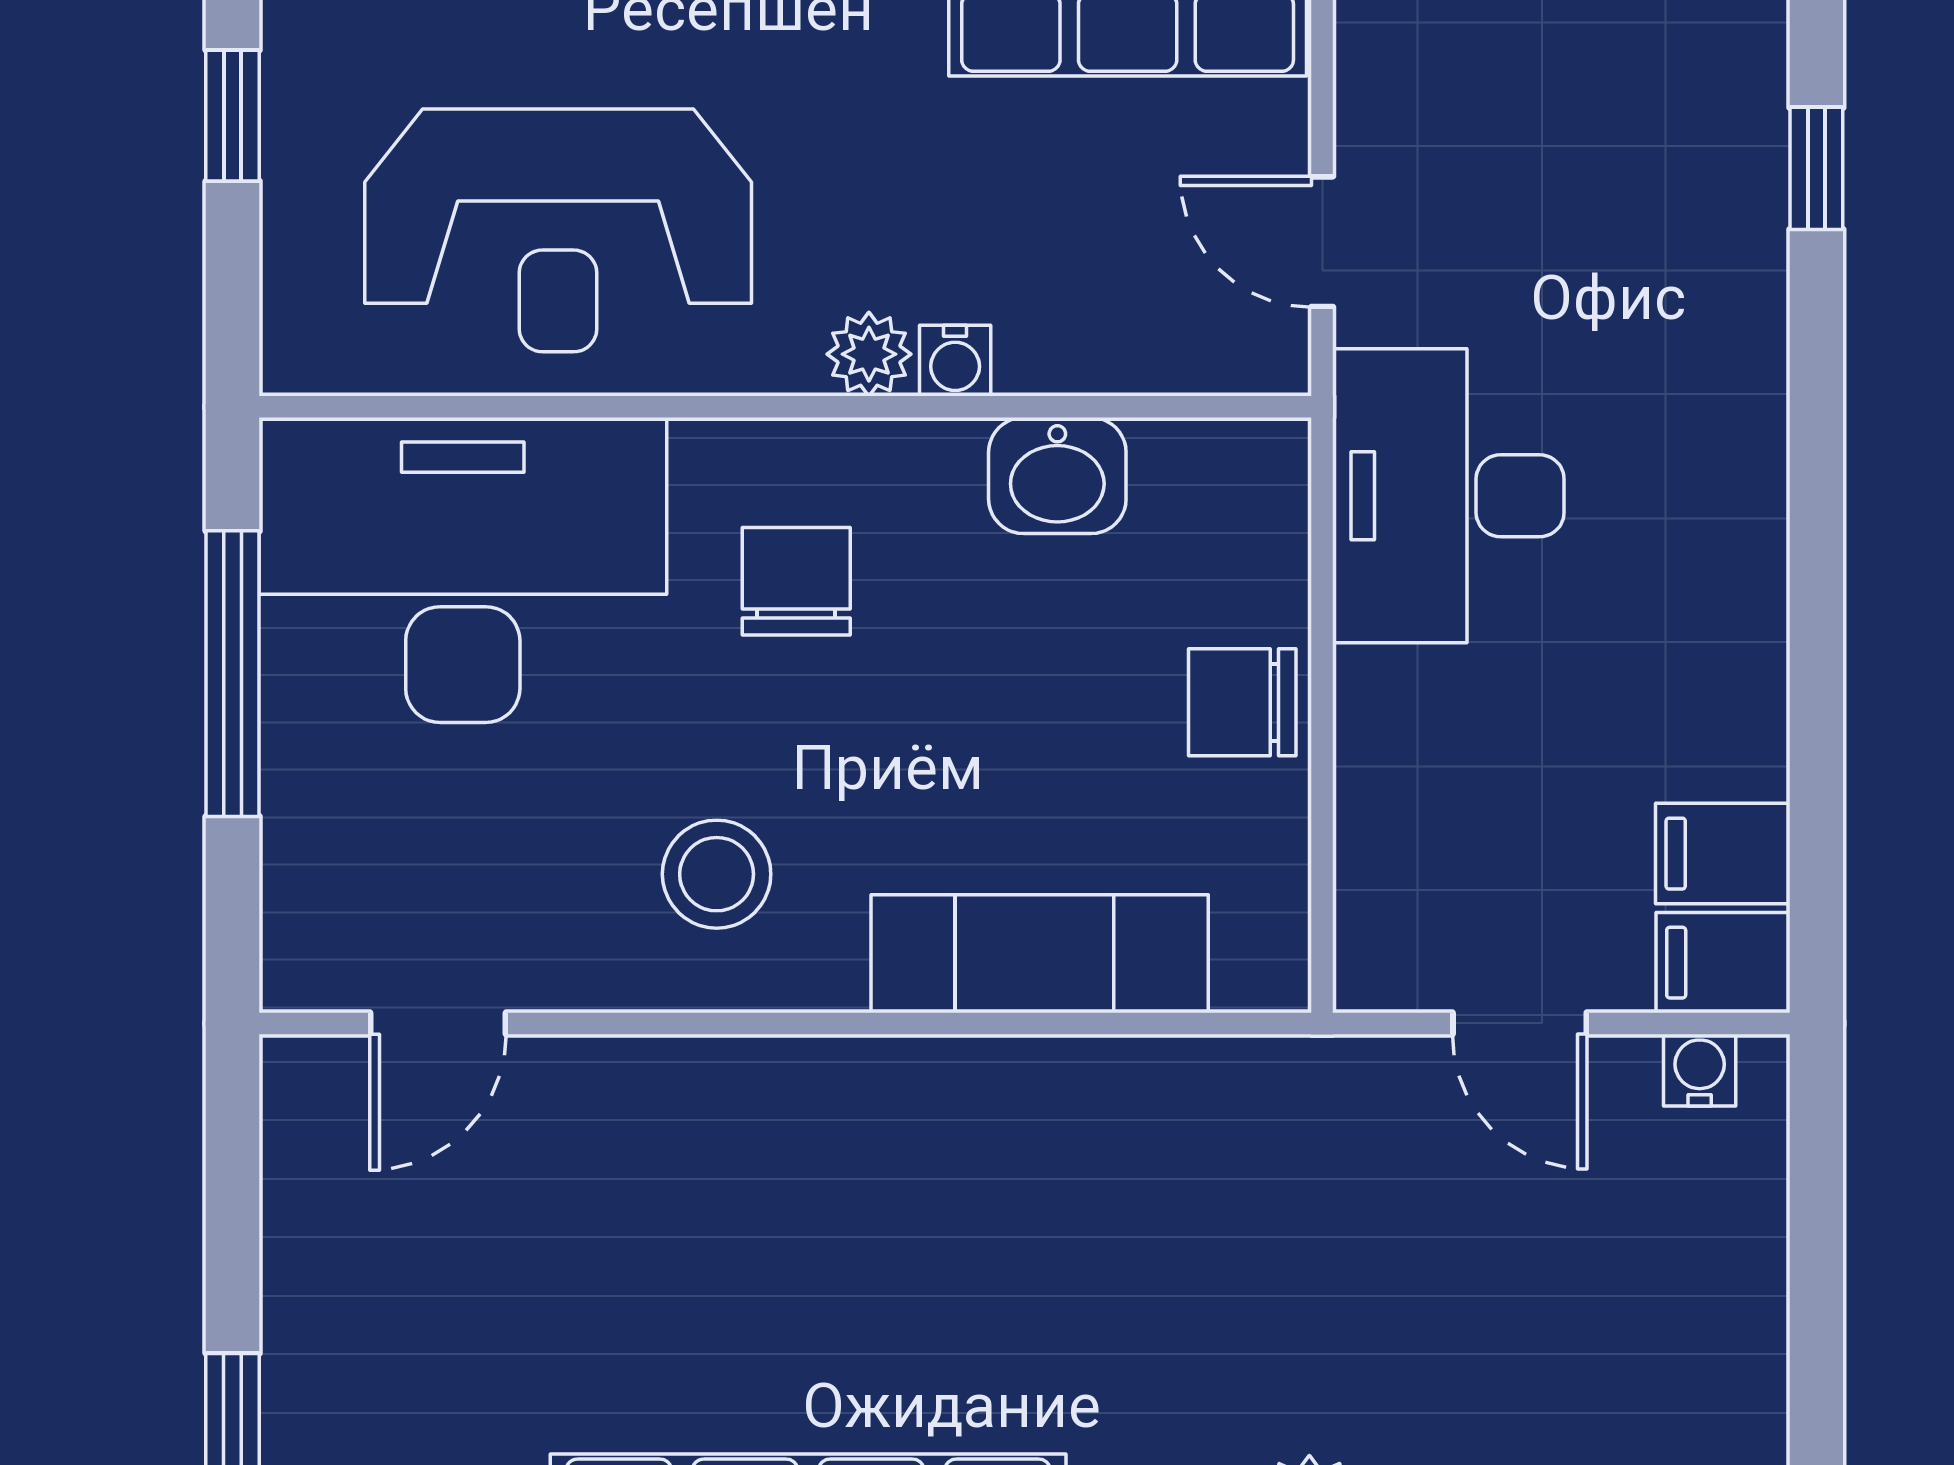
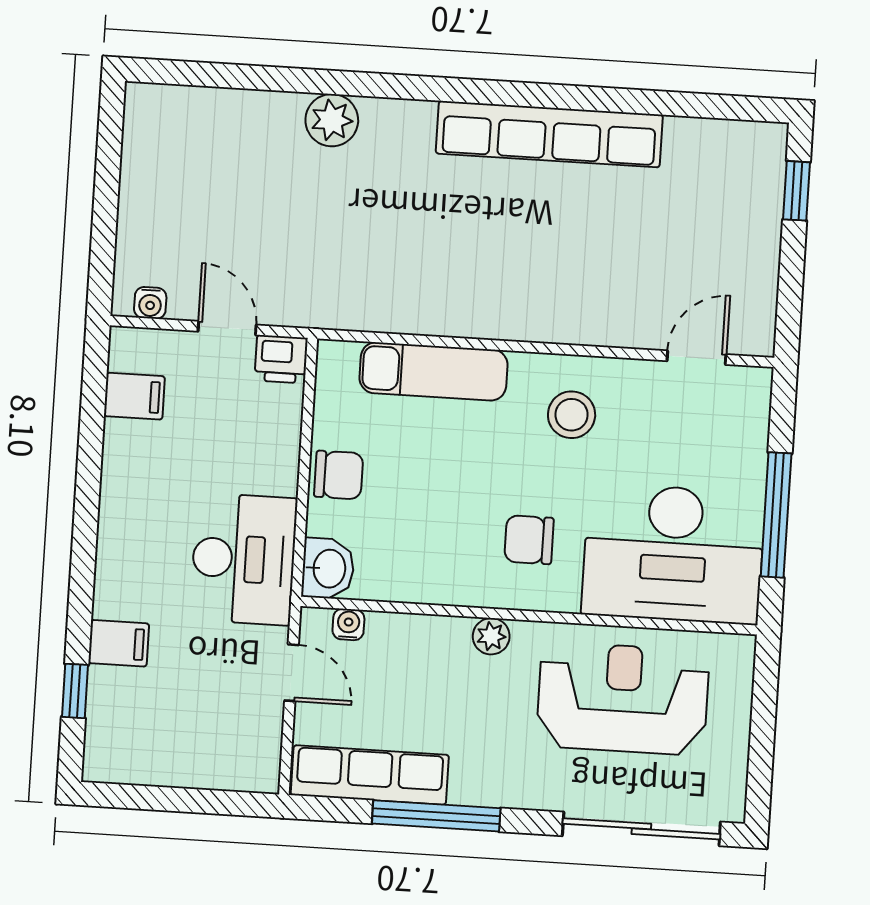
window: (233, 116) -> (761, 757), removed
water cooler: (955, 361) -> (348, 624), moved
washbasin: (1057, 476) -> (328, 568), moved, turned 90
chair: (796, 581) -> (529, 540), turned 90
printer: (1391, 960) -> (281, 359), added
filing cabinet: (1723, 963) -> (119, 643), moved

